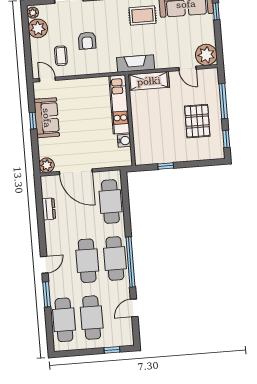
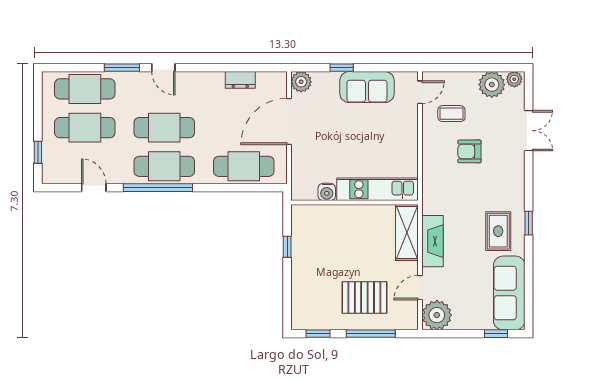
fireplace: (136, 64) -> (432, 241), moved
window: (33, 121) -> (342, 68), moved
pallet: (197, 121) -> (364, 297), moved

